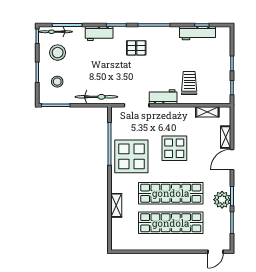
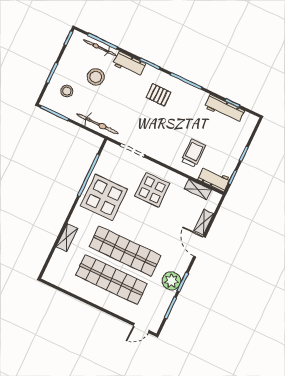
bicycle: (56, 32) -> (100, 48), moved
stool: (58, 53) -> (96, 77), moved
workbench: (163, 97) -> (214, 179), moved
display table: (174, 148) -> (152, 190), moved
door: (232, 160) -> (200, 247), hinge flipped

